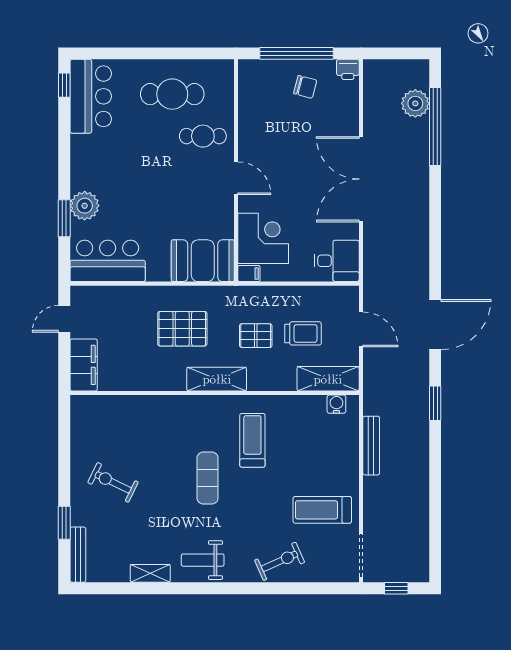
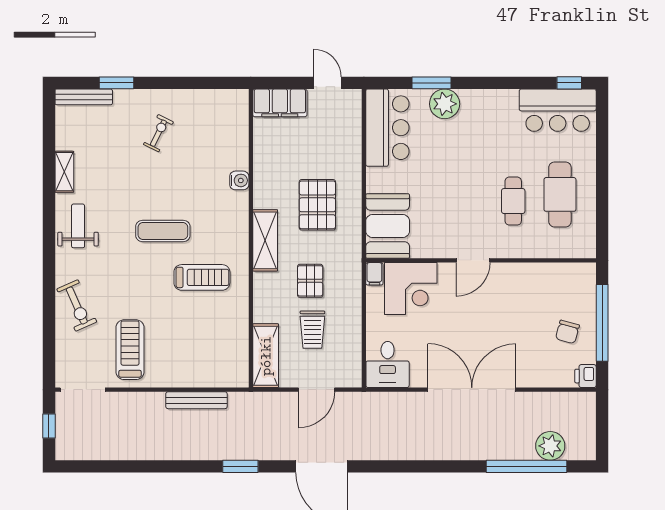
cafe table: (203, 136) -> (513, 201), moved
water cooler: (336, 404) -> (239, 180), moved
exercise bike: (113, 482) -> (158, 133), width x0.73, depth x0.72

